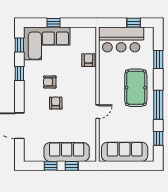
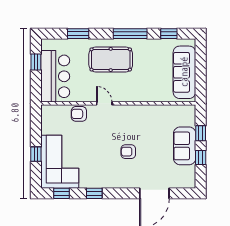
armchair: (50, 82) -> (104, 158), removed
door: (98, 112) -> (104, 103), moved
sofa: (67, 152) -> (185, 146), width x0.73

